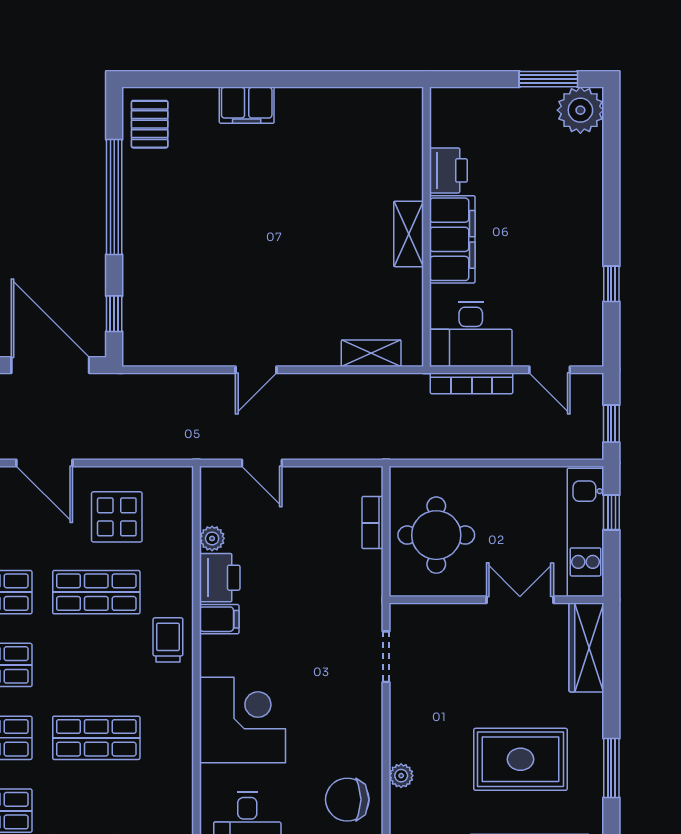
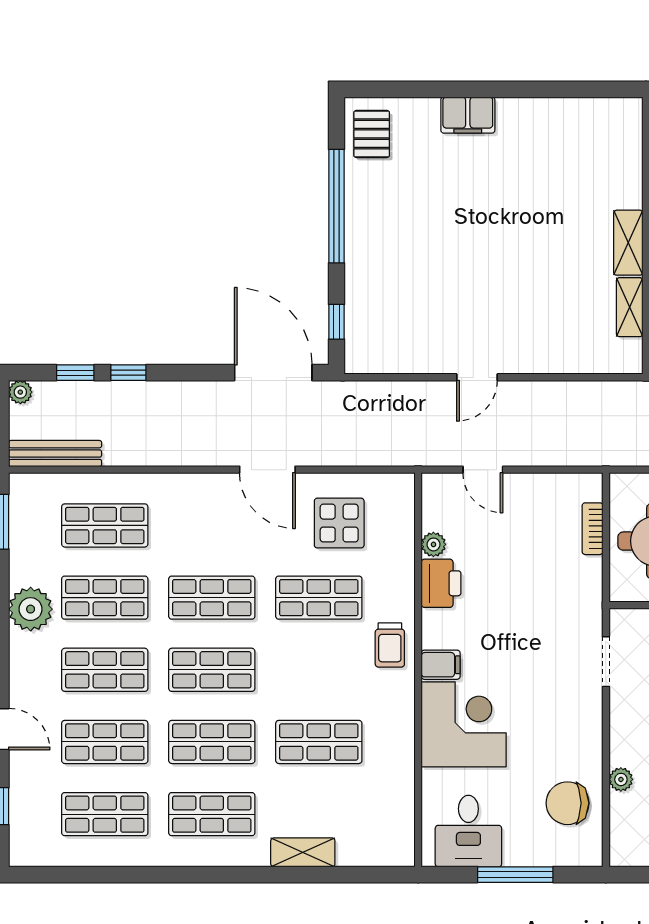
shelving: (371, 353) -> (630, 307), moved, turned 90
filing cabinet: (219, 619) -> (441, 665), moved
trolley: (168, 640) -> (390, 645), turned 180

